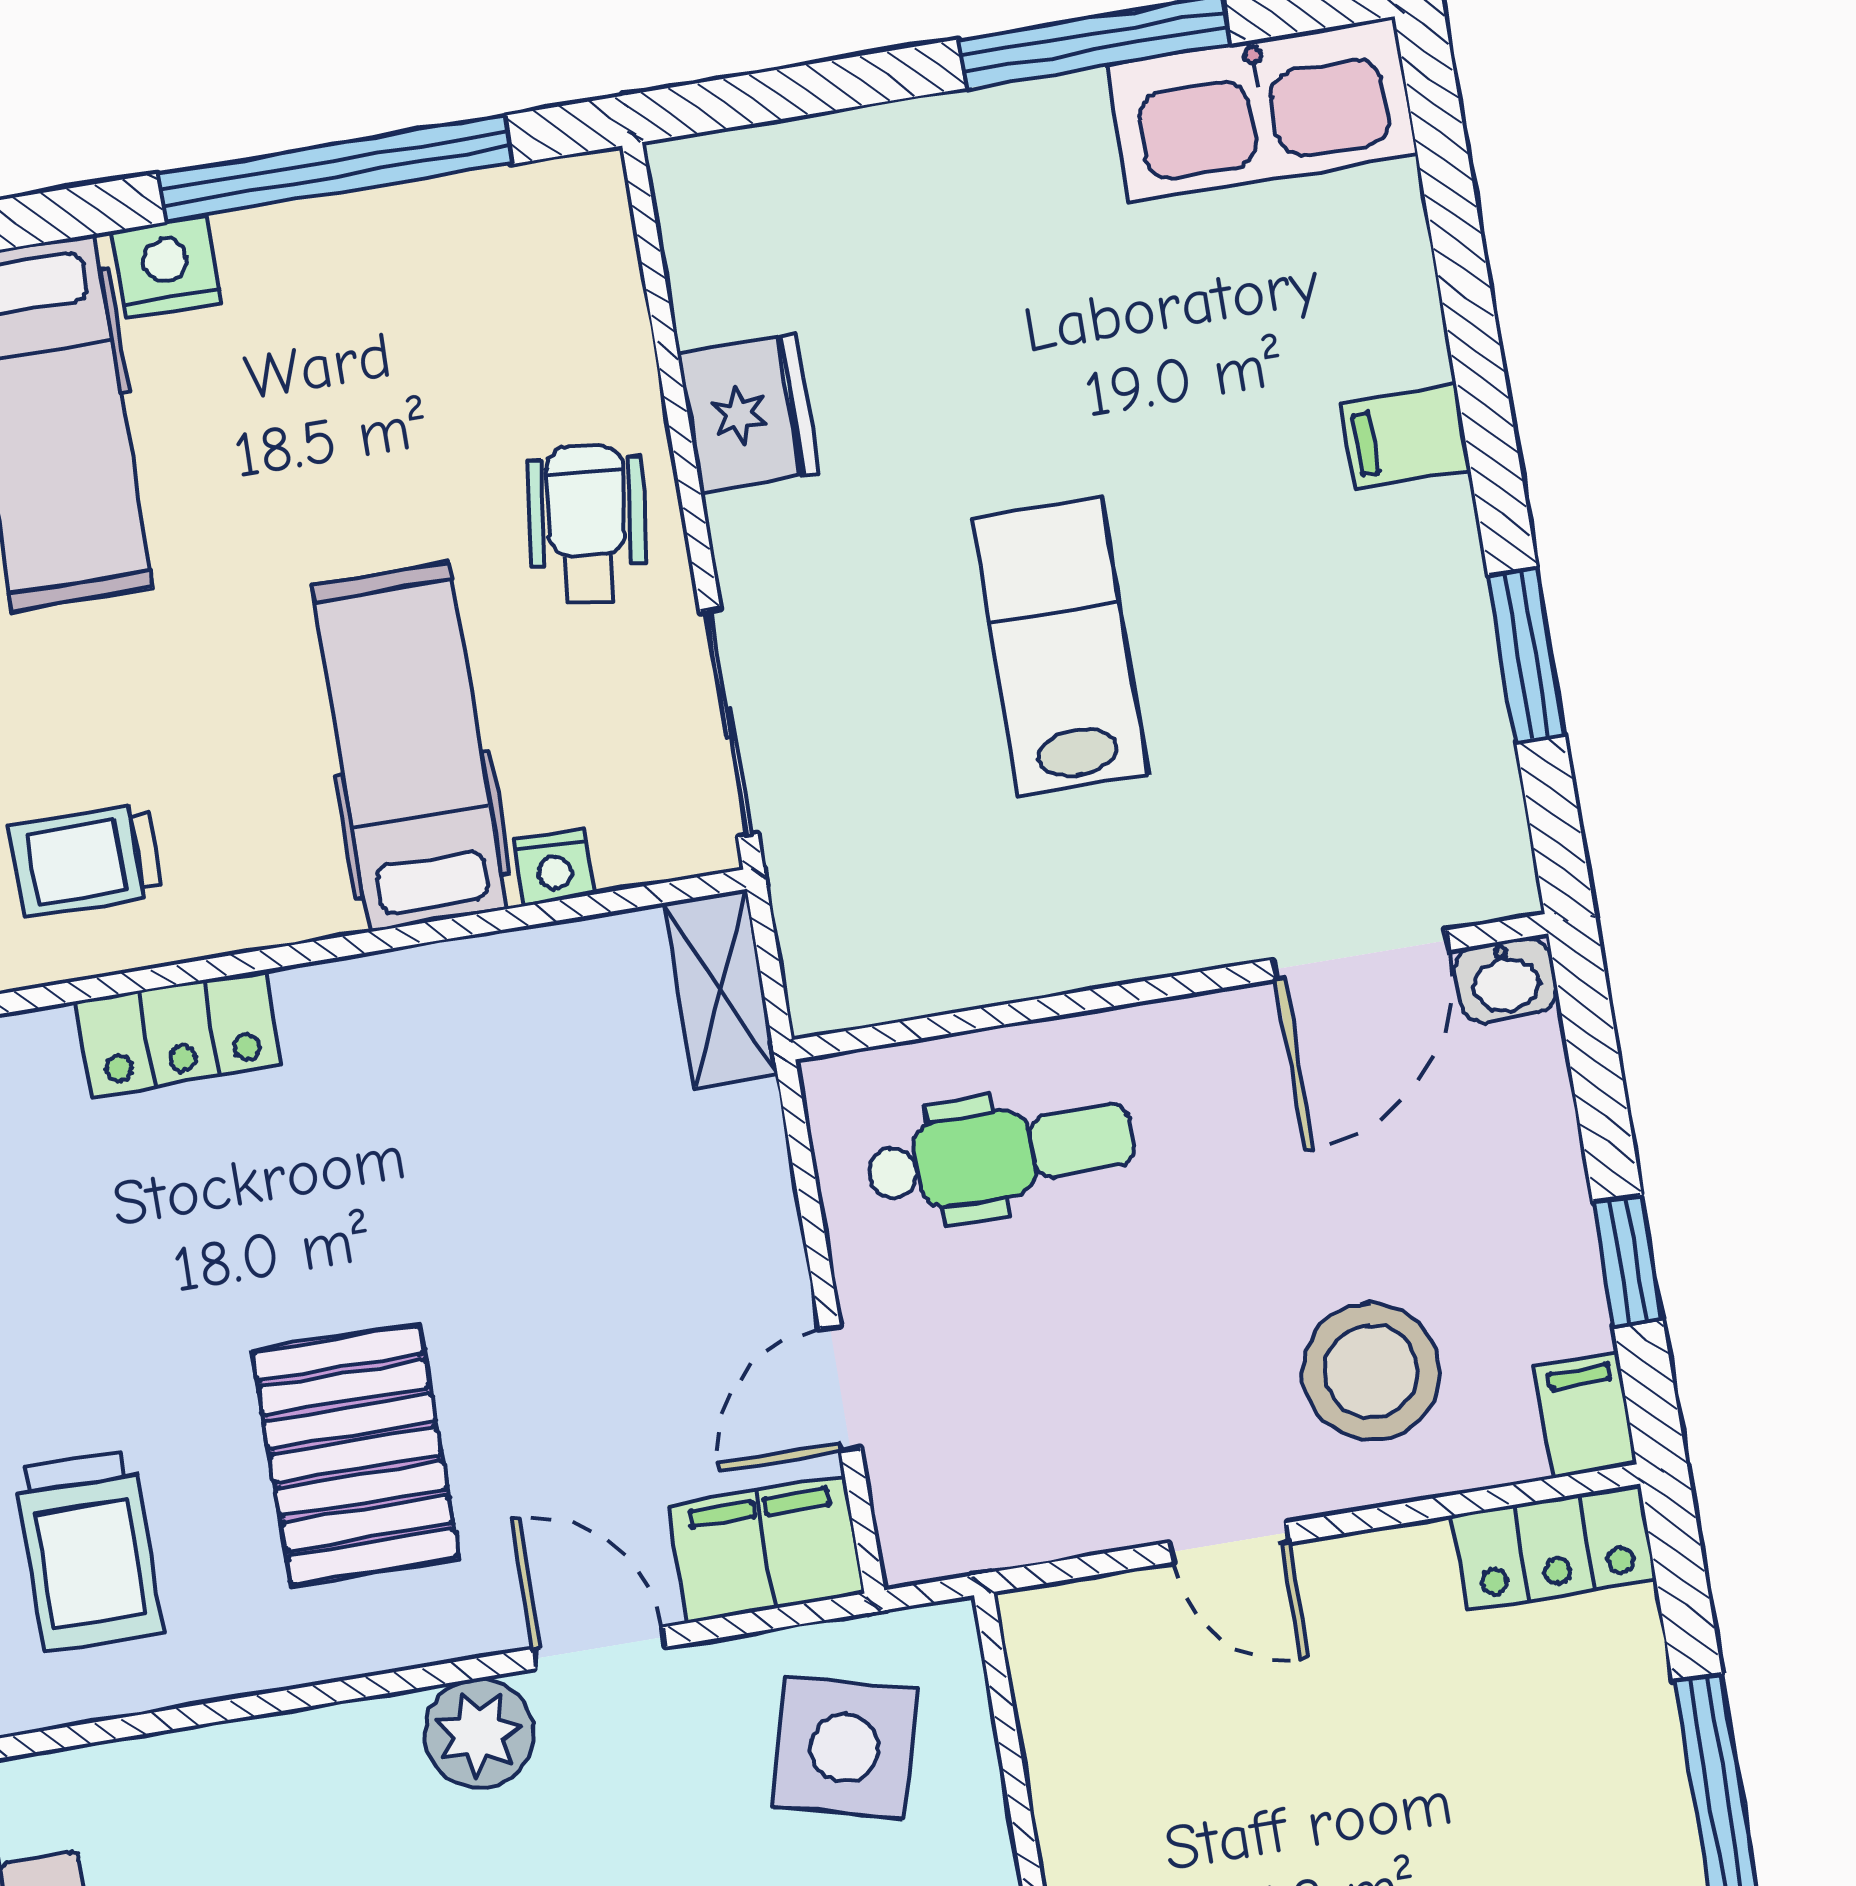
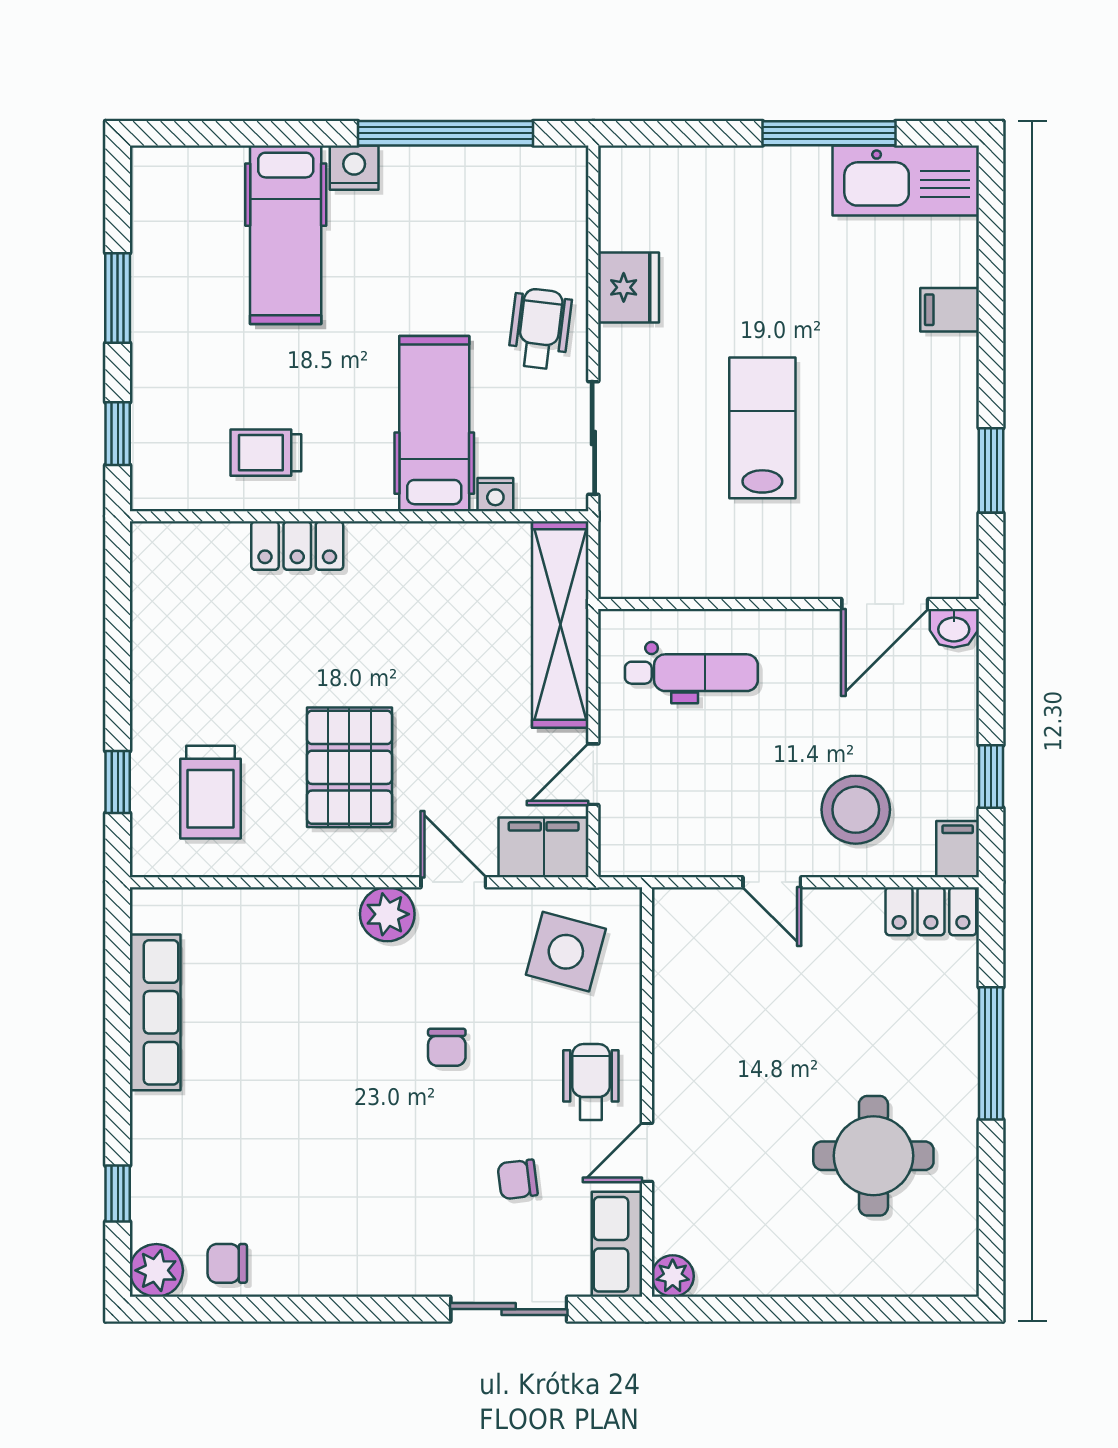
filing cabinet: (1406, 437) -> (950, 310), moved
shelving: (721, 989) -> (560, 624), width x2.20, depth x1.33

